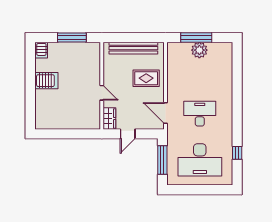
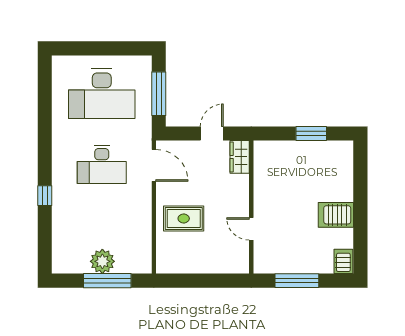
bench: (133, 48) -> (203, 264), removed
door: (102, 93) -> (251, 229), moved
window: (62, 134) -> (311, 134), added
window: (237, 153) -> (45, 196), moved
desk: (200, 160) -> (102, 94), turned 180

